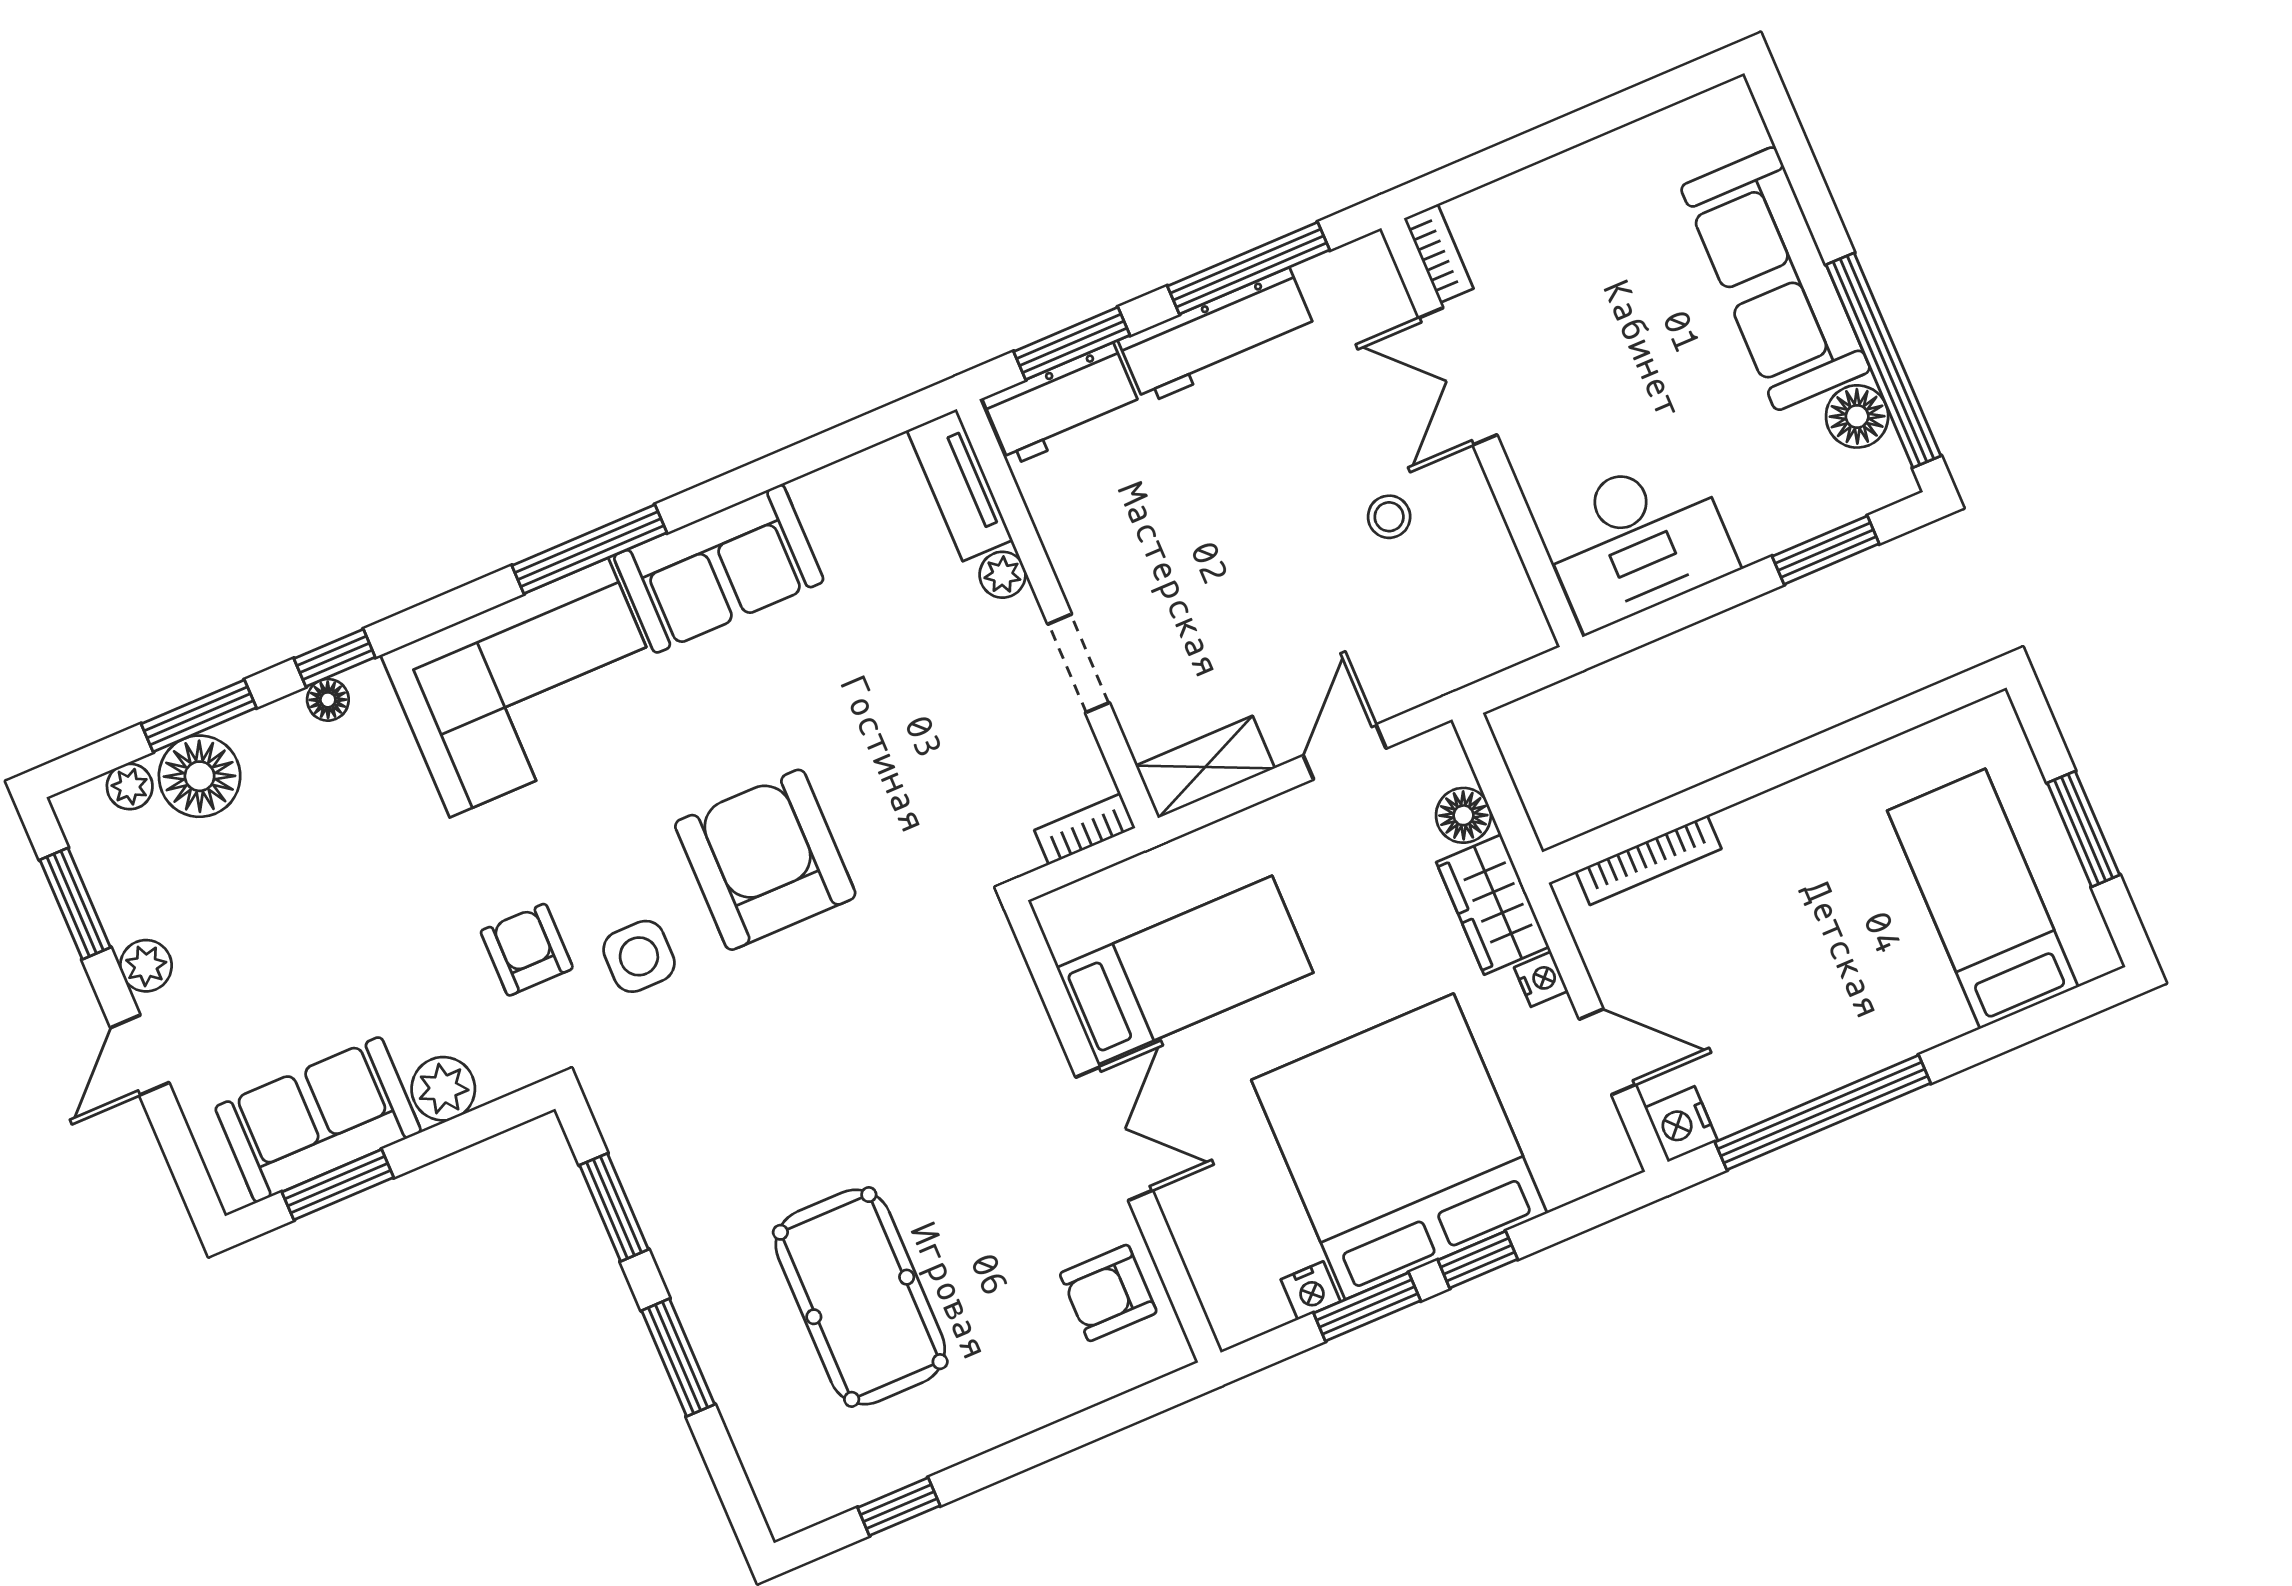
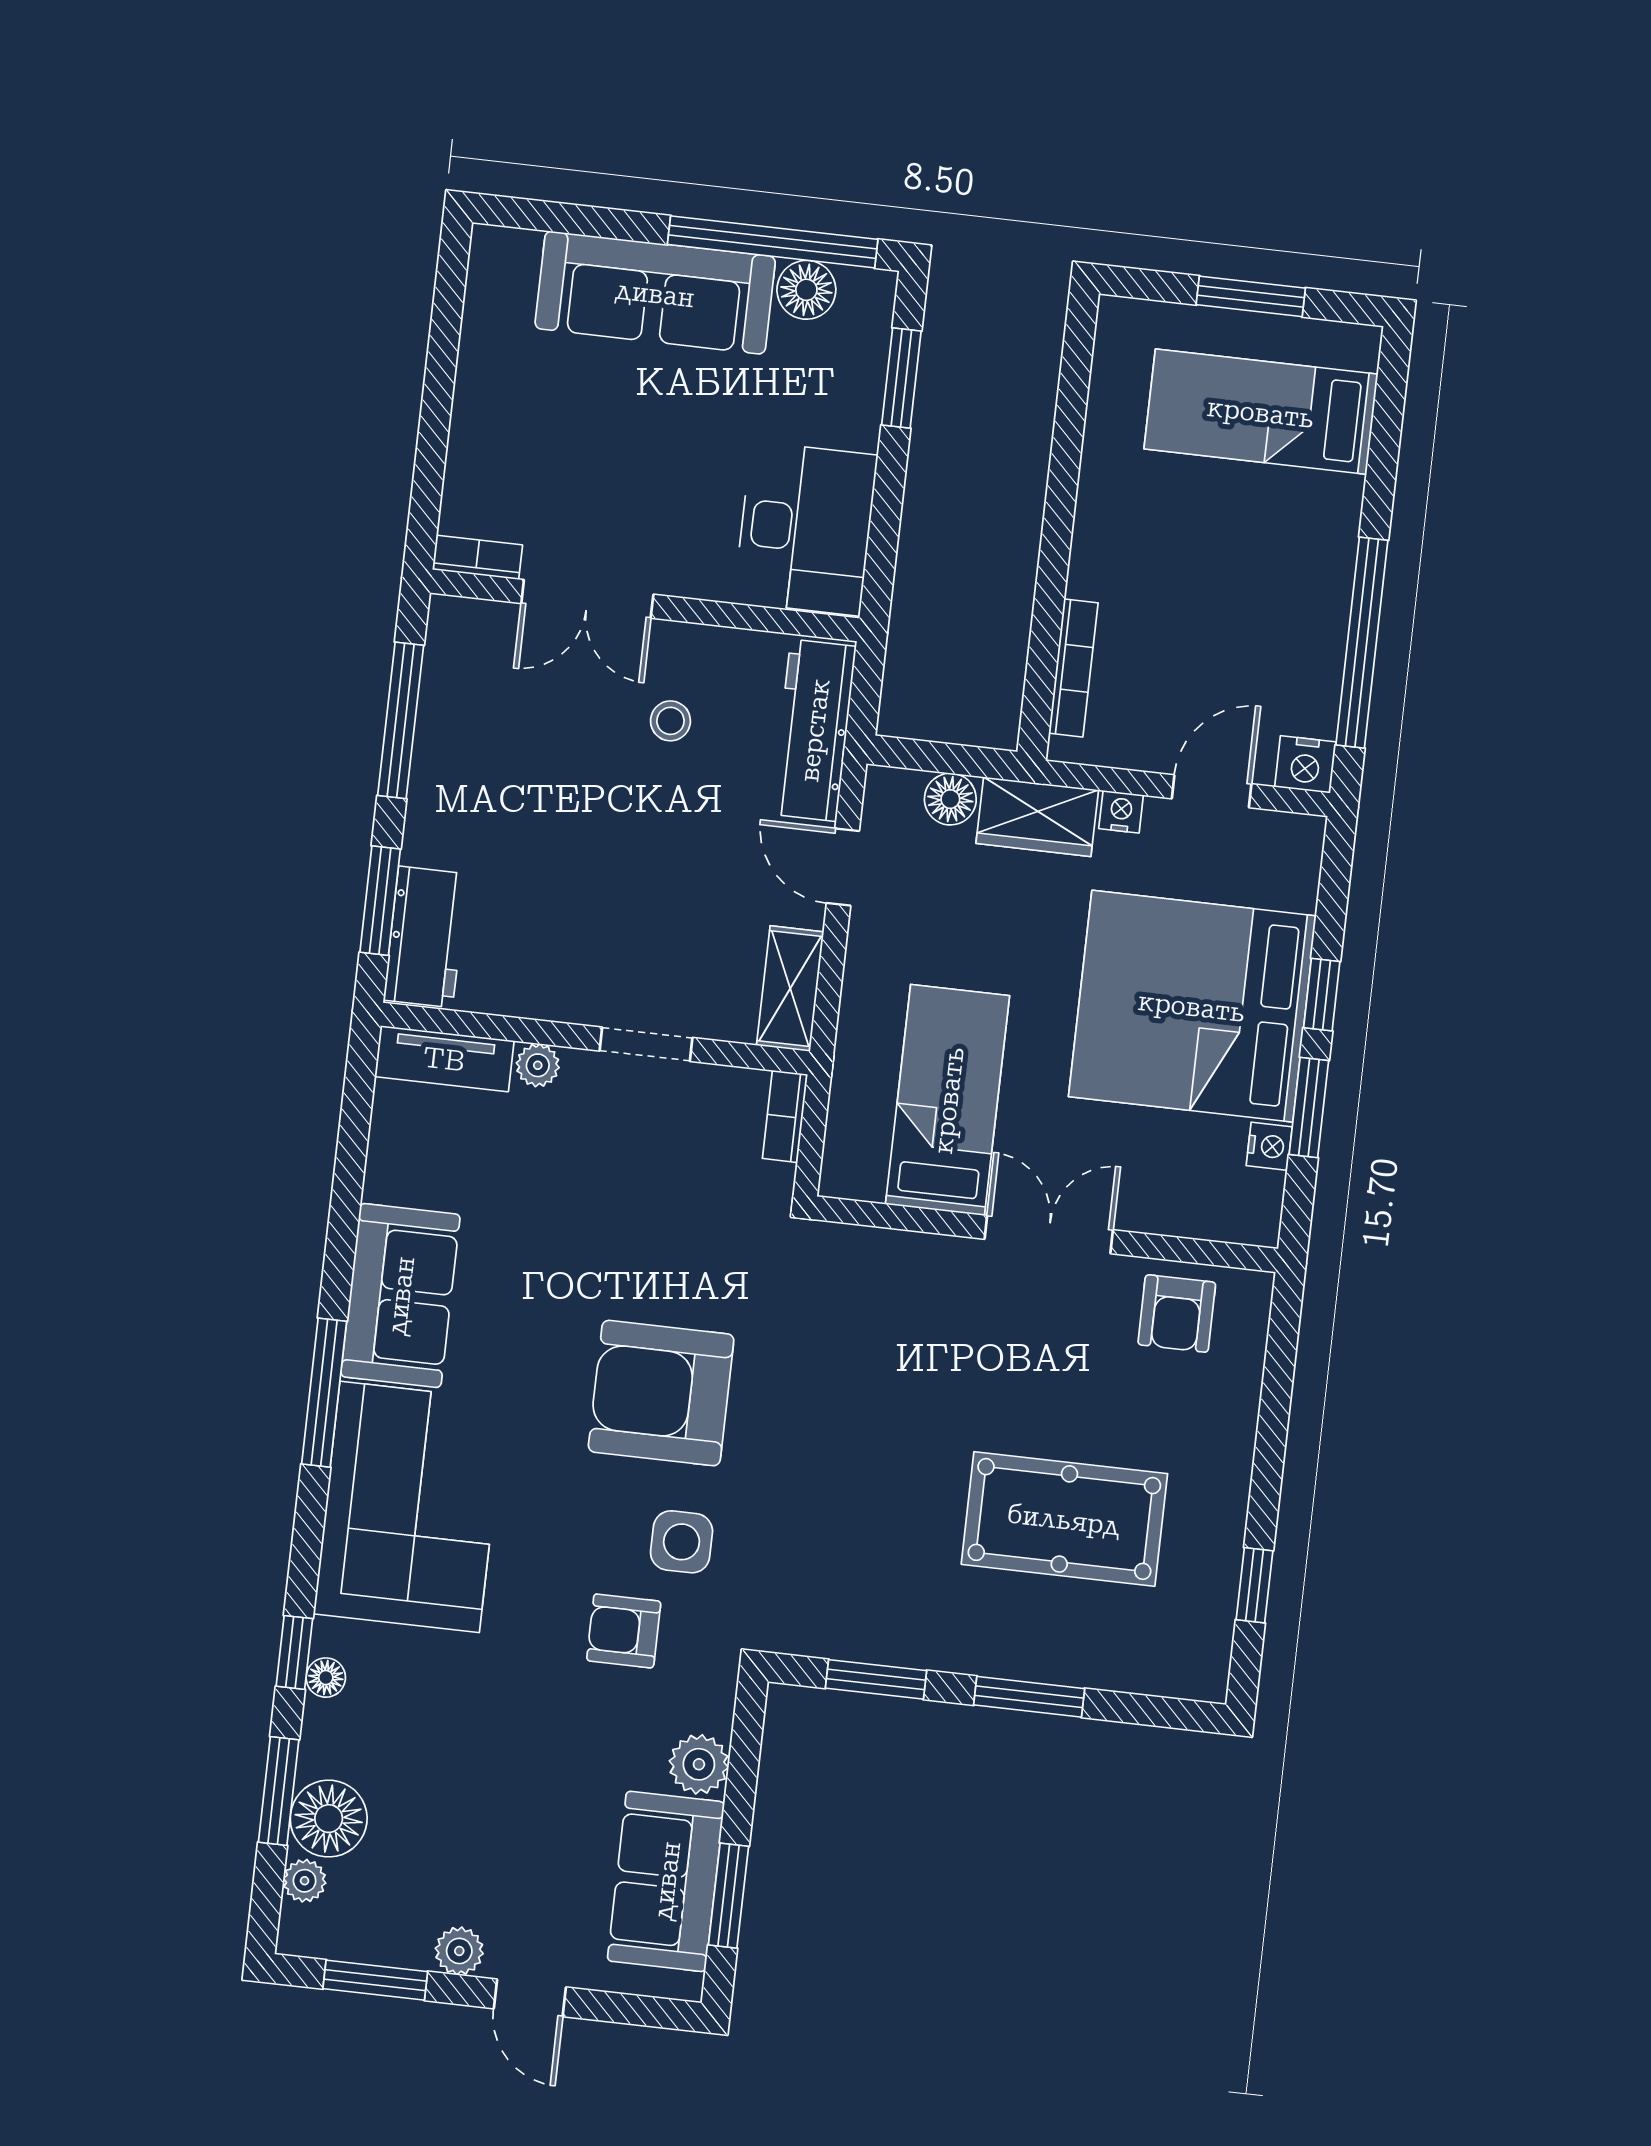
workbench: (1217, 336) -> (814, 730), moved, turned 180

